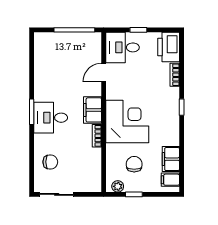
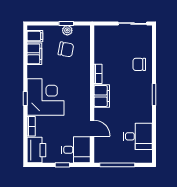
door: (104, 73) -> (92, 128), hinge flipped
desk: (51, 118) -> (138, 136), moved
corner desk: (127, 121) -> (45, 97), moved, turned 180
chair: (50, 162) -> (139, 64), moved
chair: (134, 164) -> (66, 49), turned -79
plant: (118, 186) -> (67, 30), moved

